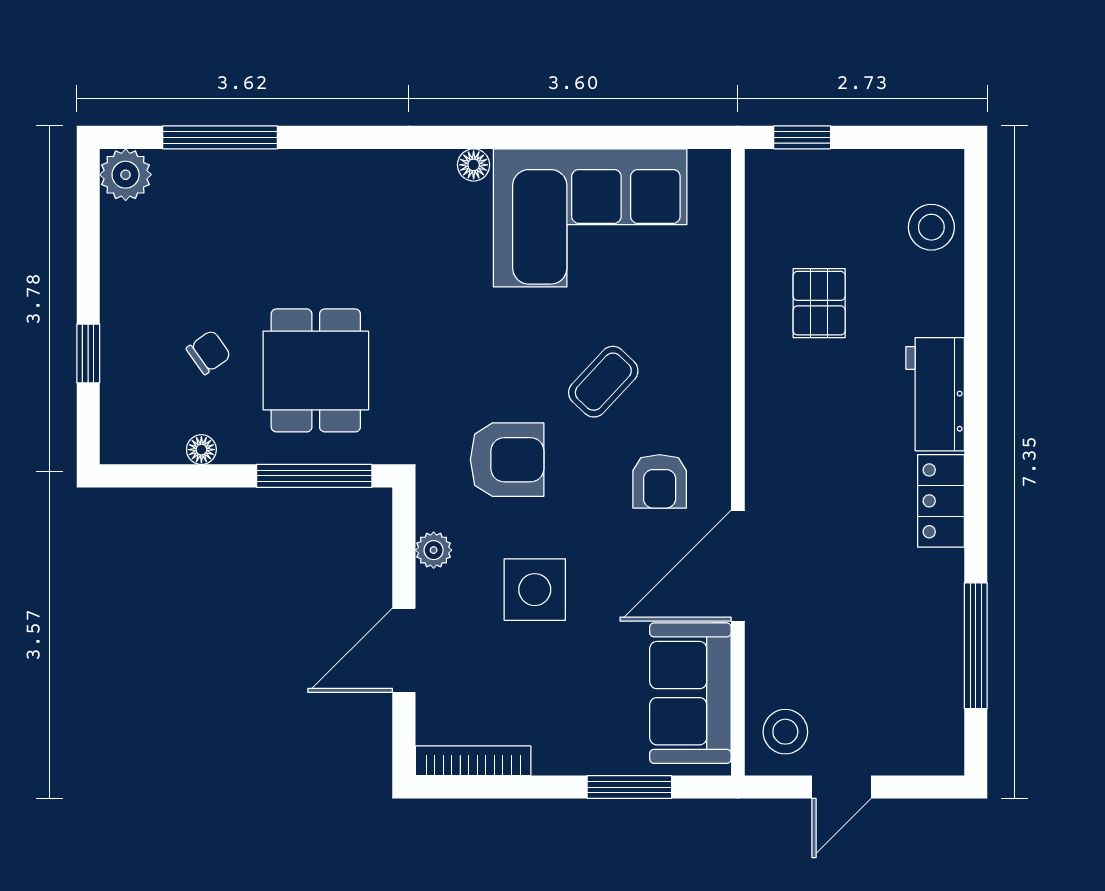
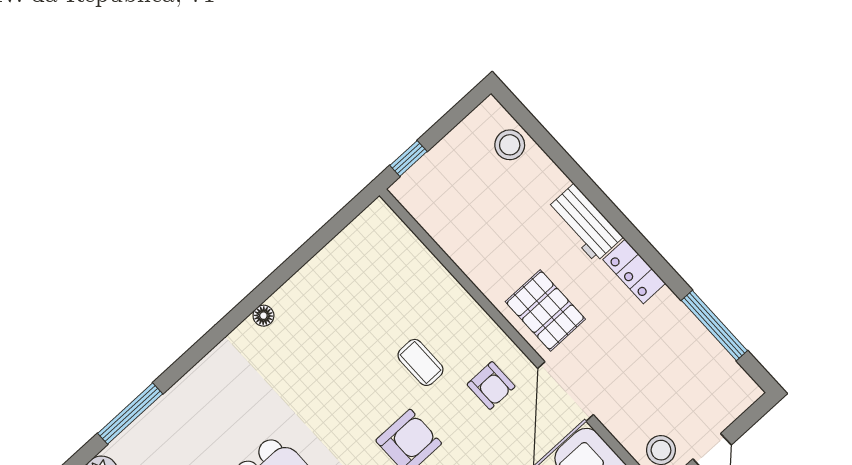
corner sofa: (590, 218) -> (342, 290), removed
pallet: (819, 303) -> (545, 310), moved, width x1.50, depth x1.42
coffee table: (603, 382) -> (420, 362), turned -43

